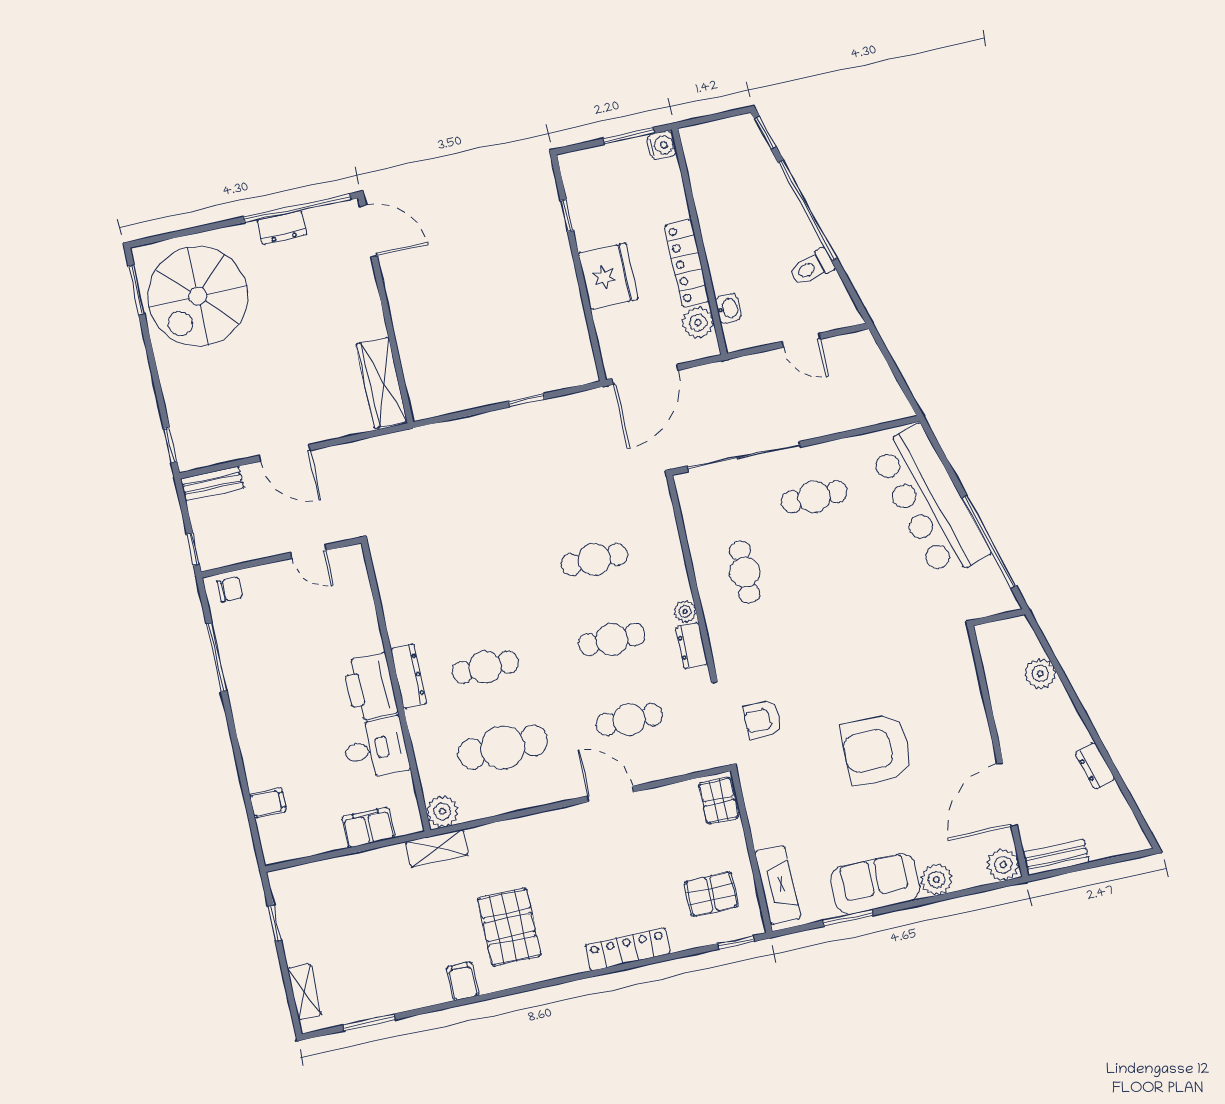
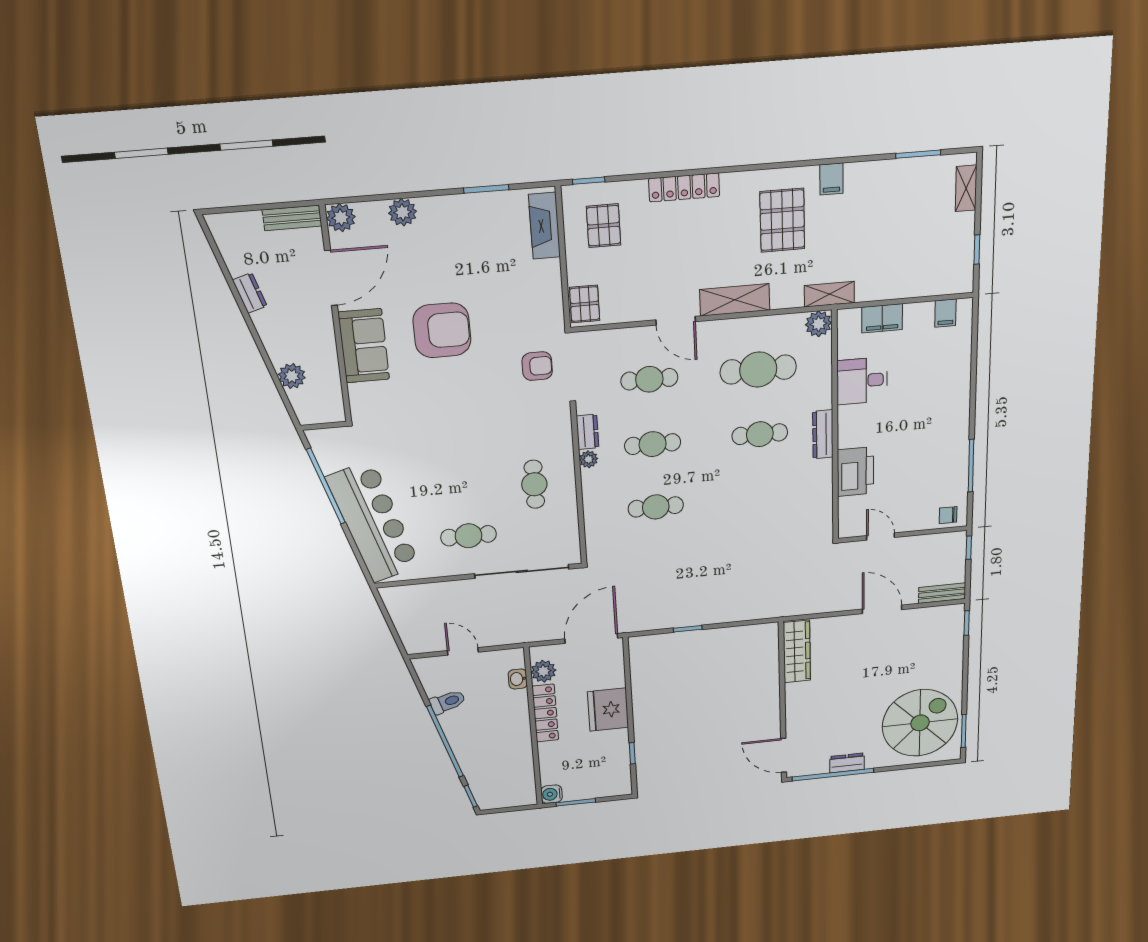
printer: (370, 687) -> (855, 472), moved
filing cabinet: (268, 803) -> (946, 313), moved, turned -90
shelving: (546, 827) -> (735, 300), added
sofa: (875, 884) -> (364, 346), moved, turned -90
pallet: (711, 894) -> (604, 226), turned 90

